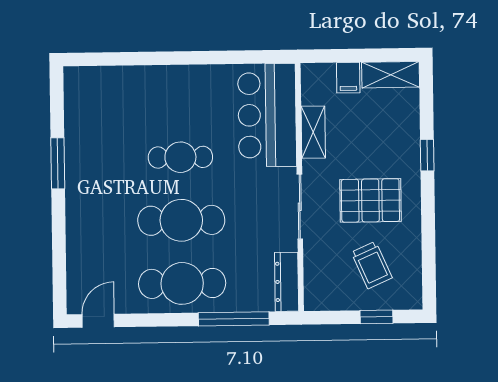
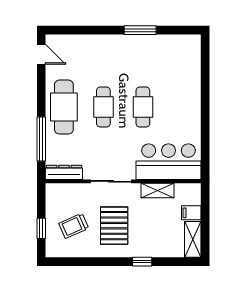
cafe table: (181, 220) -> (103, 107), width x0.73, depth x0.74

